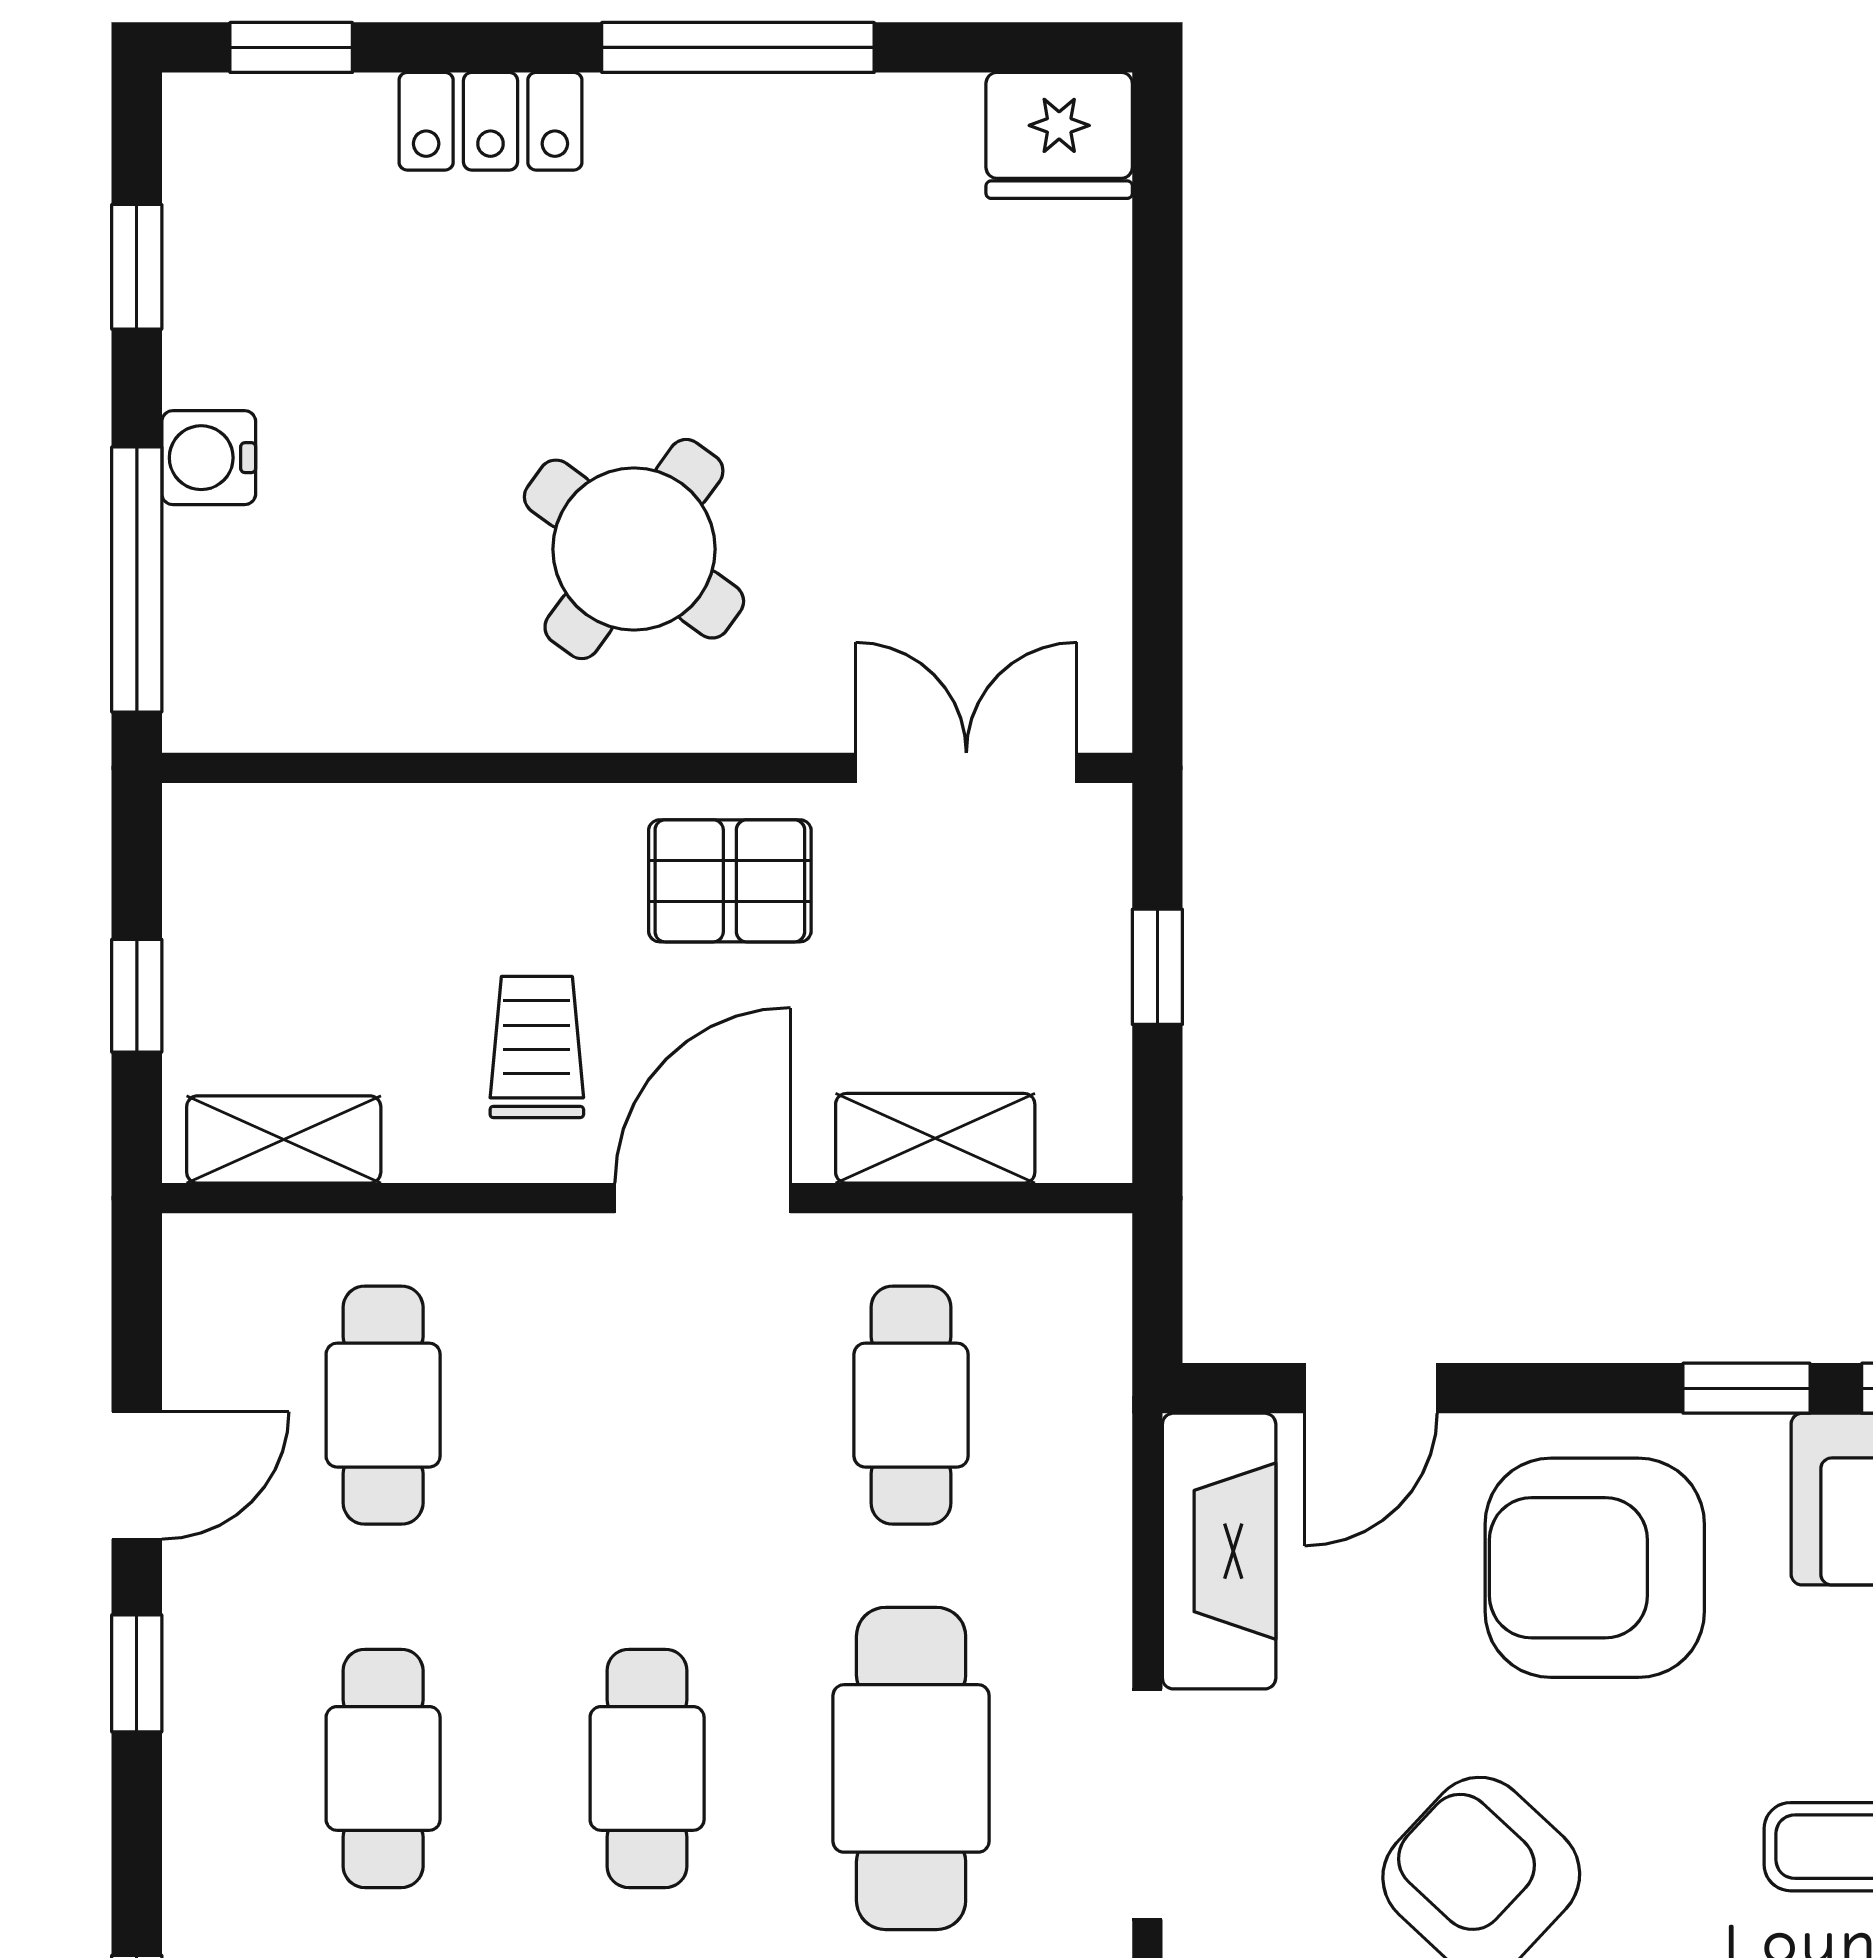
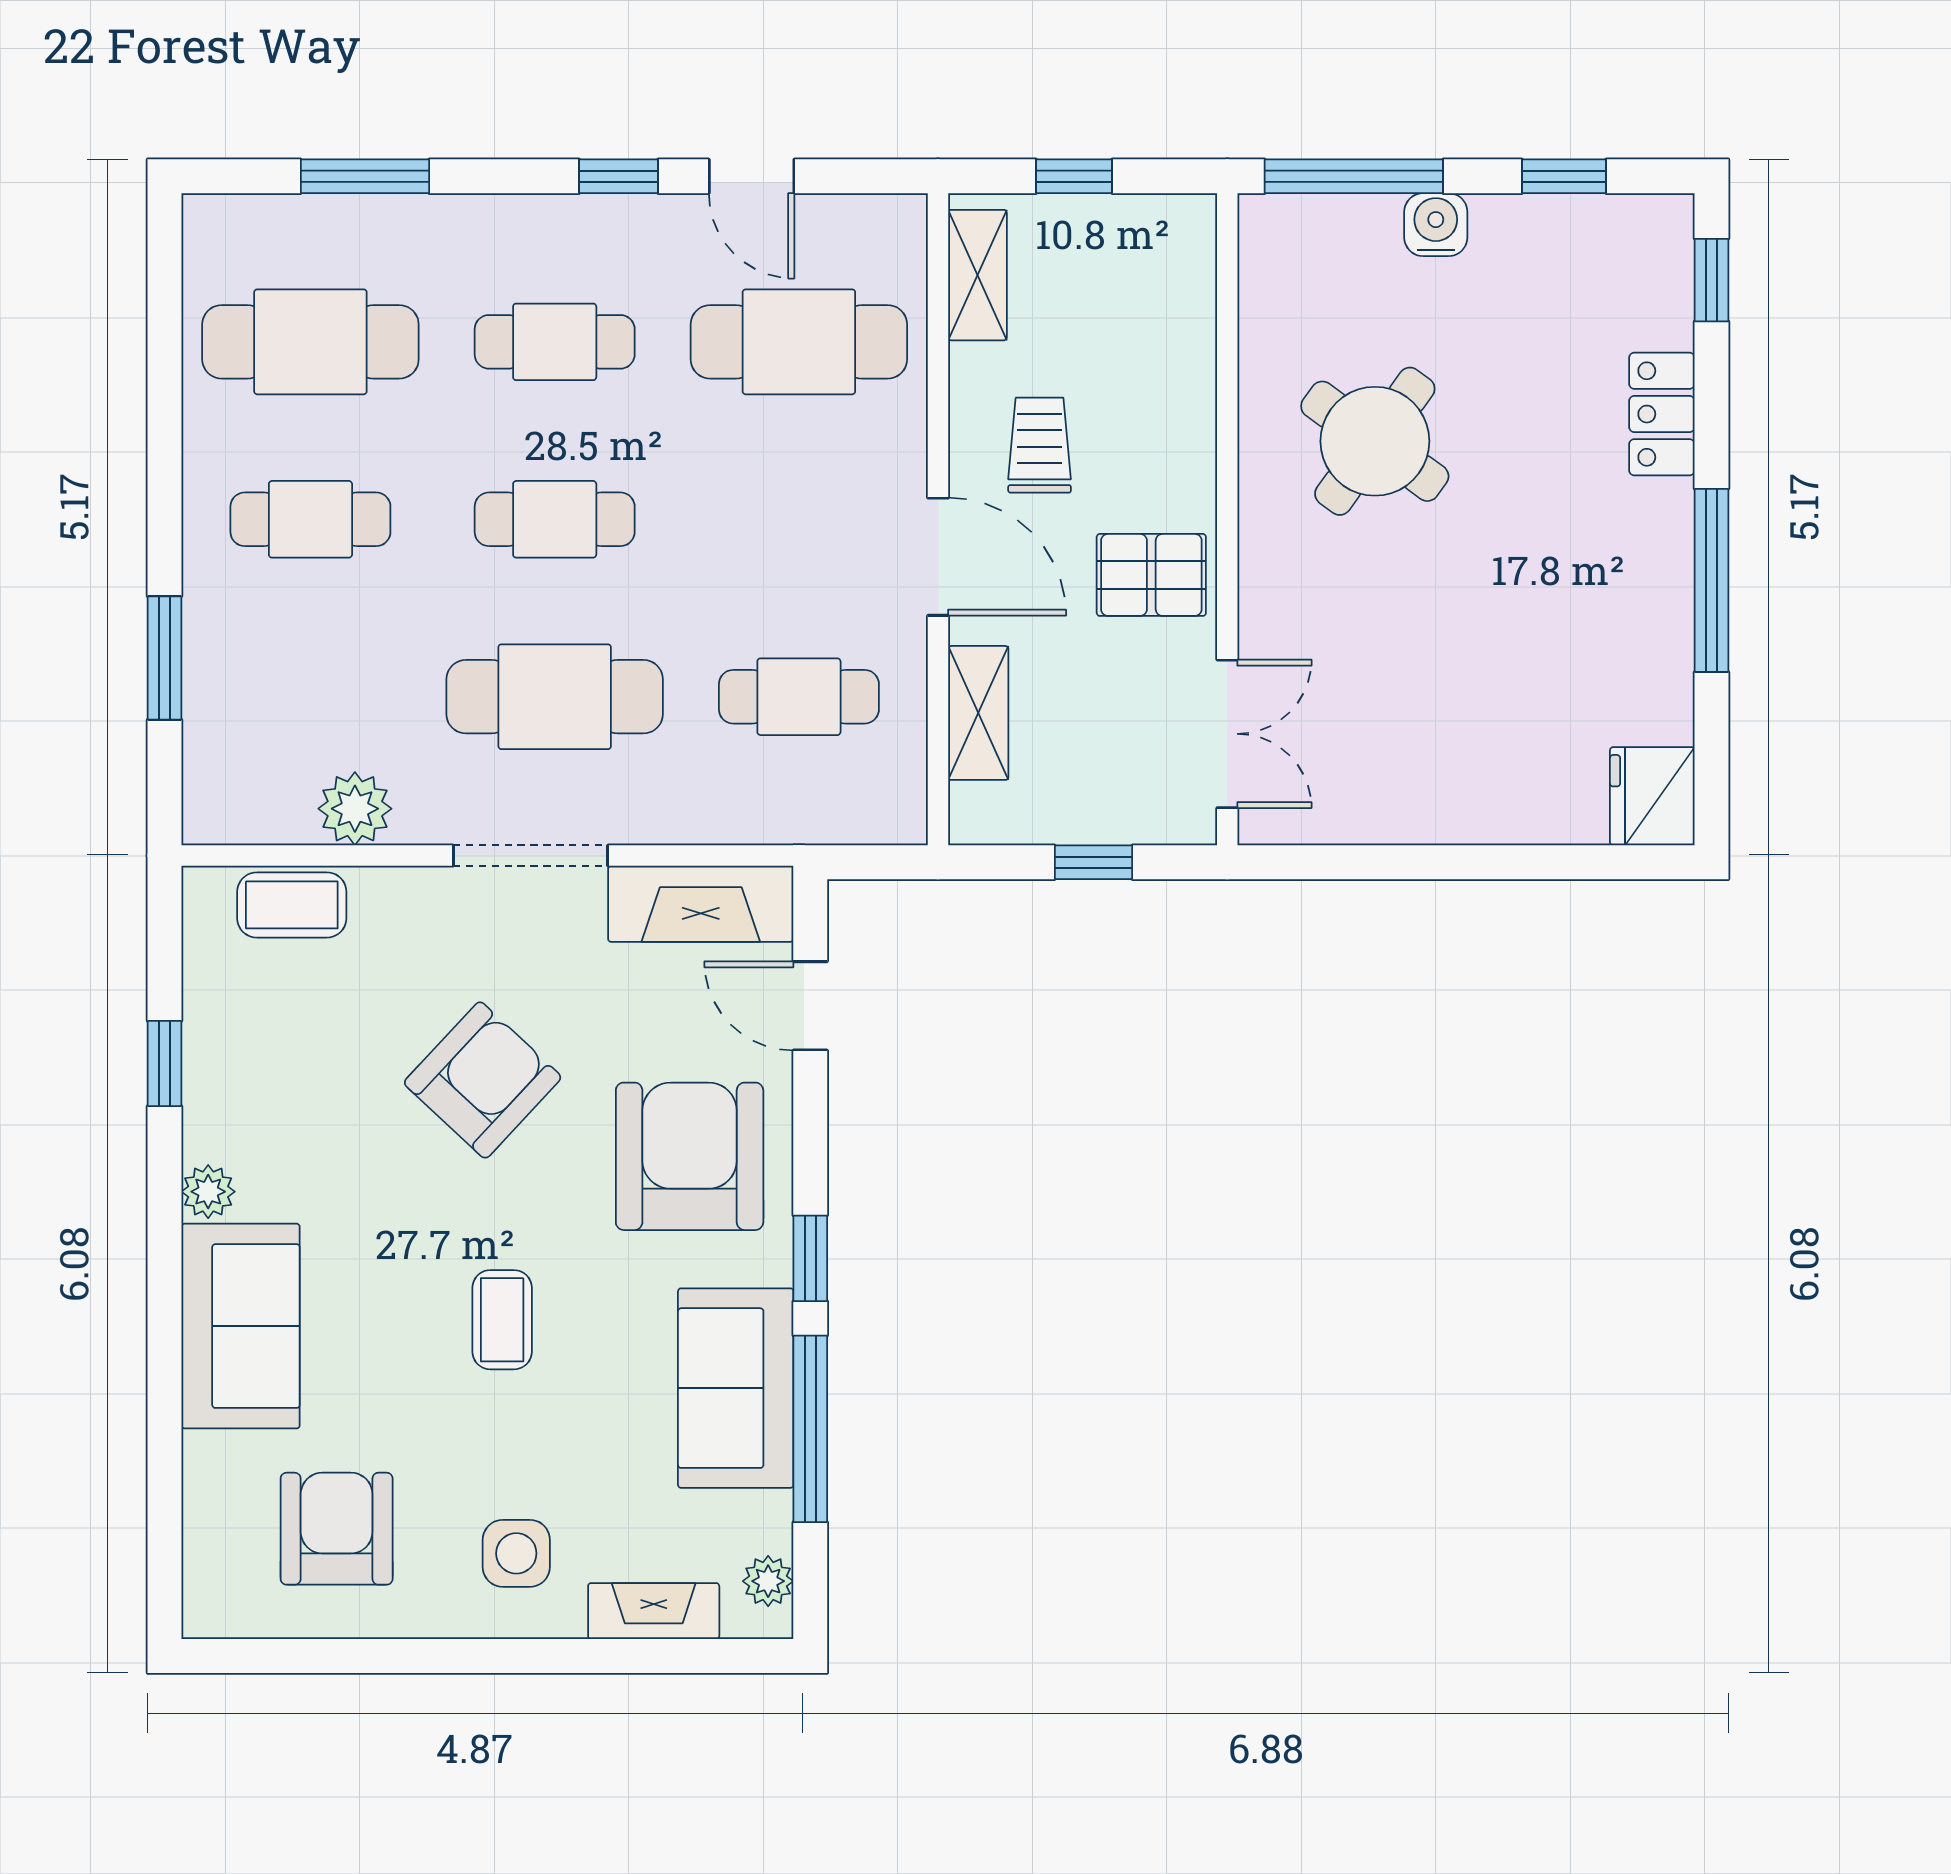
round table: (634, 549) -> (1375, 441), moved
pallet: (730, 881) -> (1151, 575), turned 90
trolley: (537, 1047) -> (1040, 445), turned -90
cafe table: (383, 1405) -> (799, 342), width x1.37, depth x1.35

